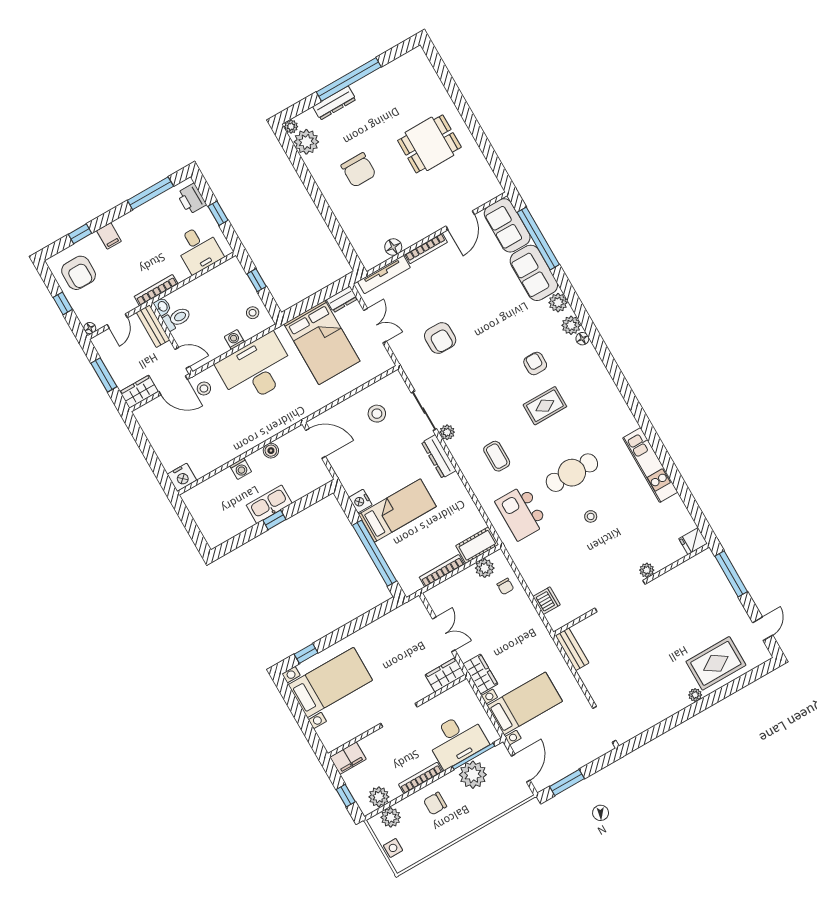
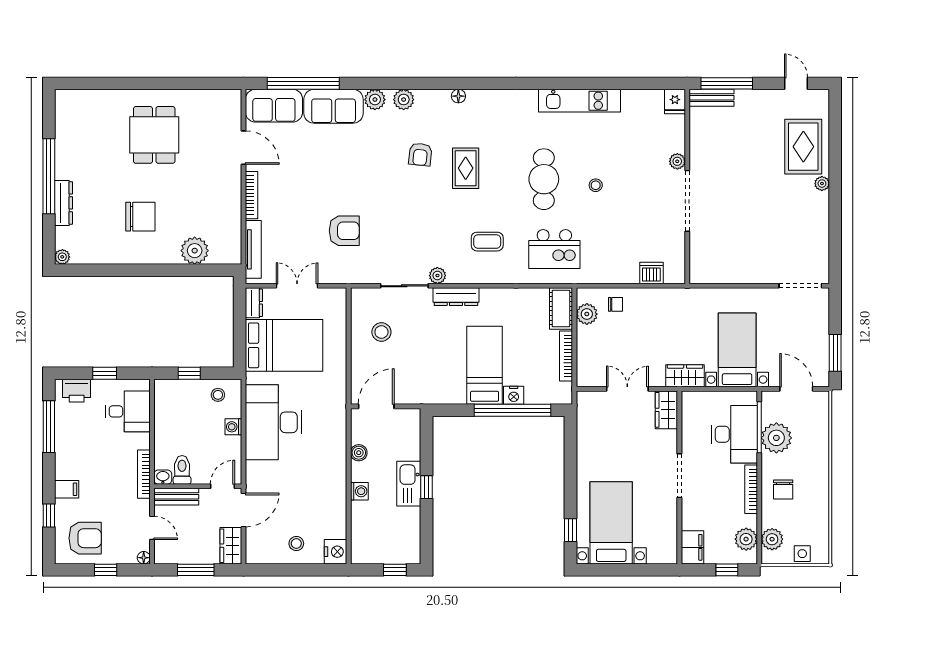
plant: (306, 142) -> (195, 251), moved
floor lamp: (393, 247) -> (232, 226), removed
floor lamp: (582, 339) -> (458, 96), moved
armchair: (535, 364) -> (420, 154), turned -84
stool: (204, 388) -> (296, 543), moved
nightstand: (360, 501) -> (514, 395), moved
window: (195, 533) -> (395, 570), added
bench: (572, 649) -> (712, 98), moved

